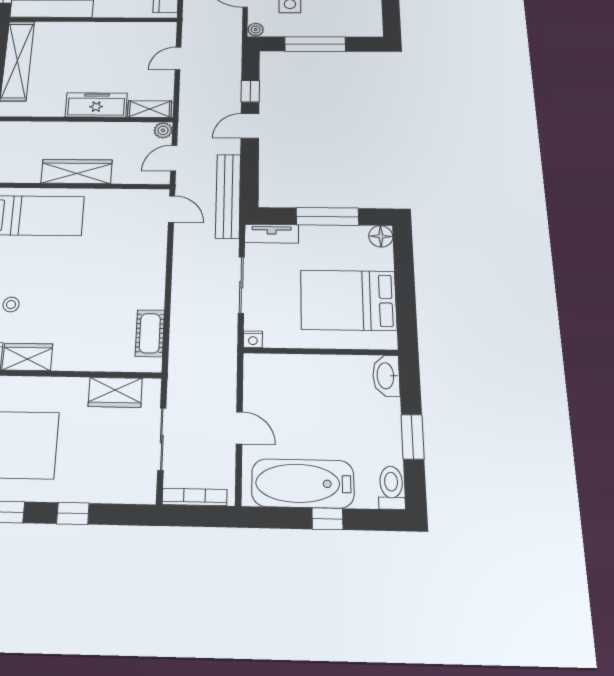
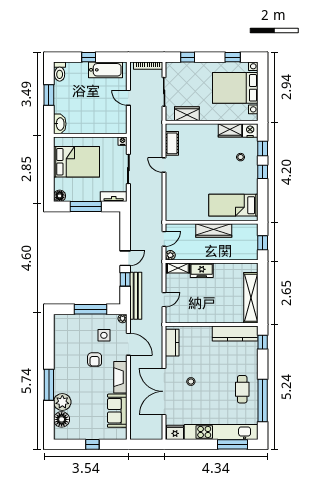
freezer: (96, 105) -> (202, 270), width x0.71
bench: (228, 196) -> (136, 296), moved
door: (172, 209) -> (164, 165), moved
bathtub: (303, 483) -> (106, 70), width x0.73, depth x0.73
window: (73, 513) -> (188, 57), moved

